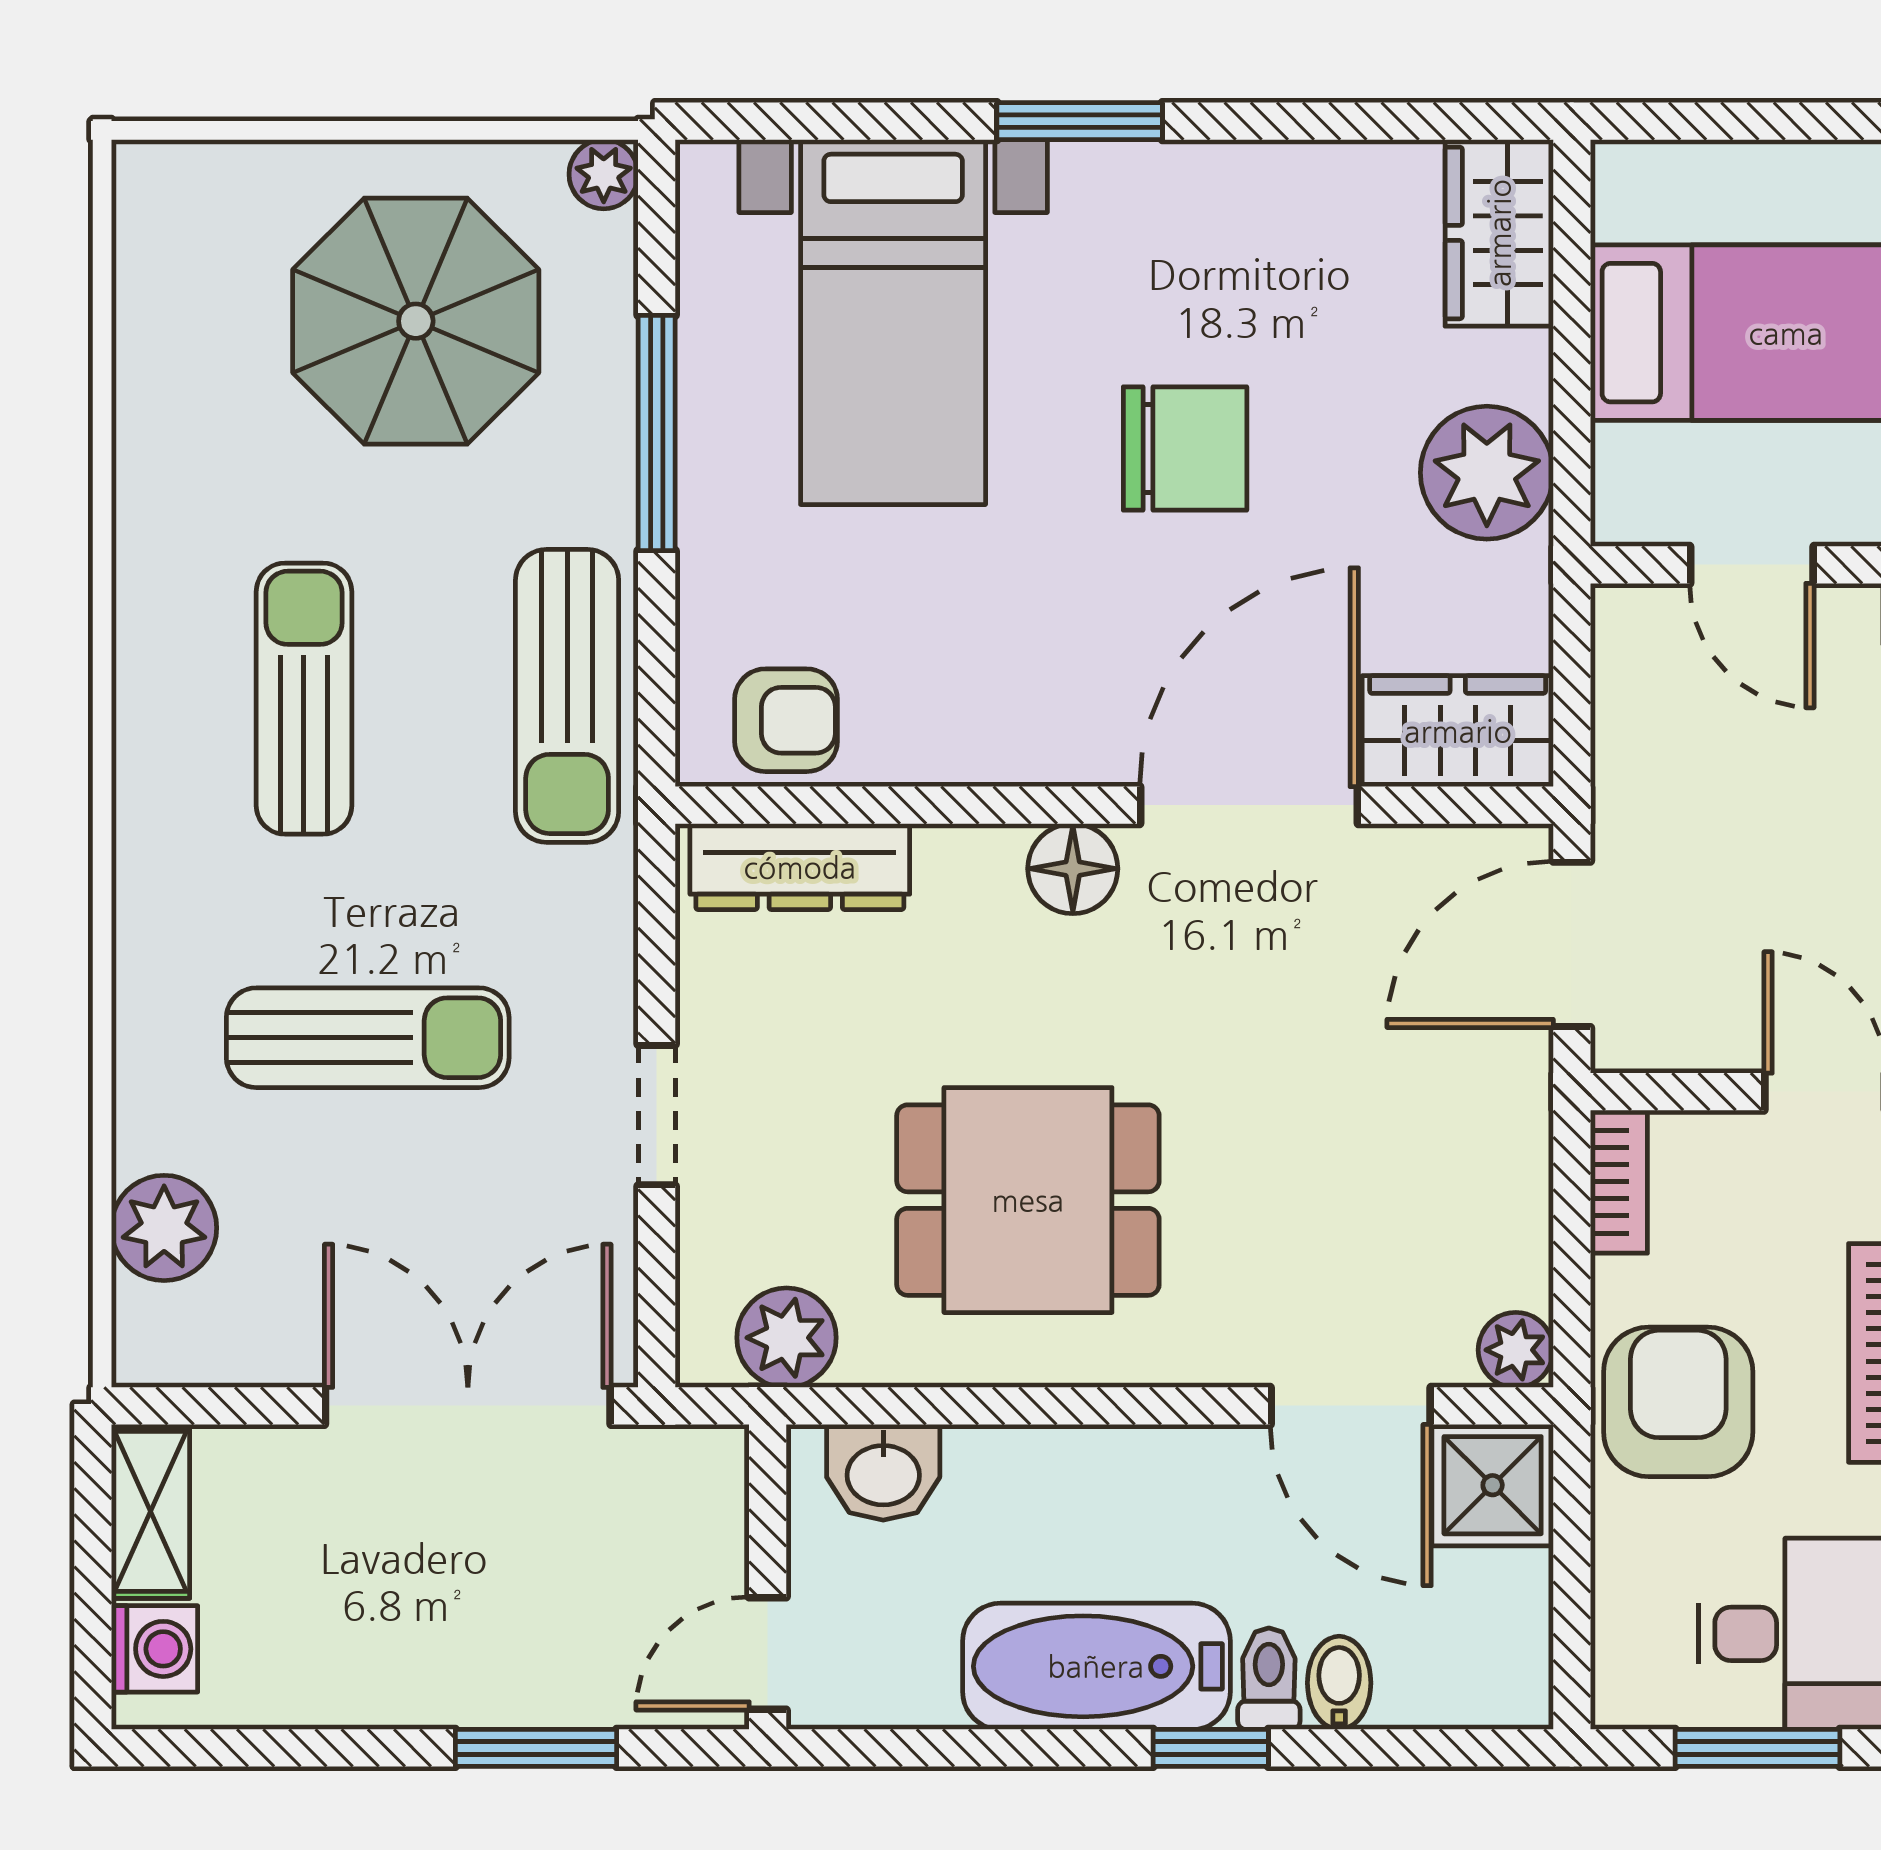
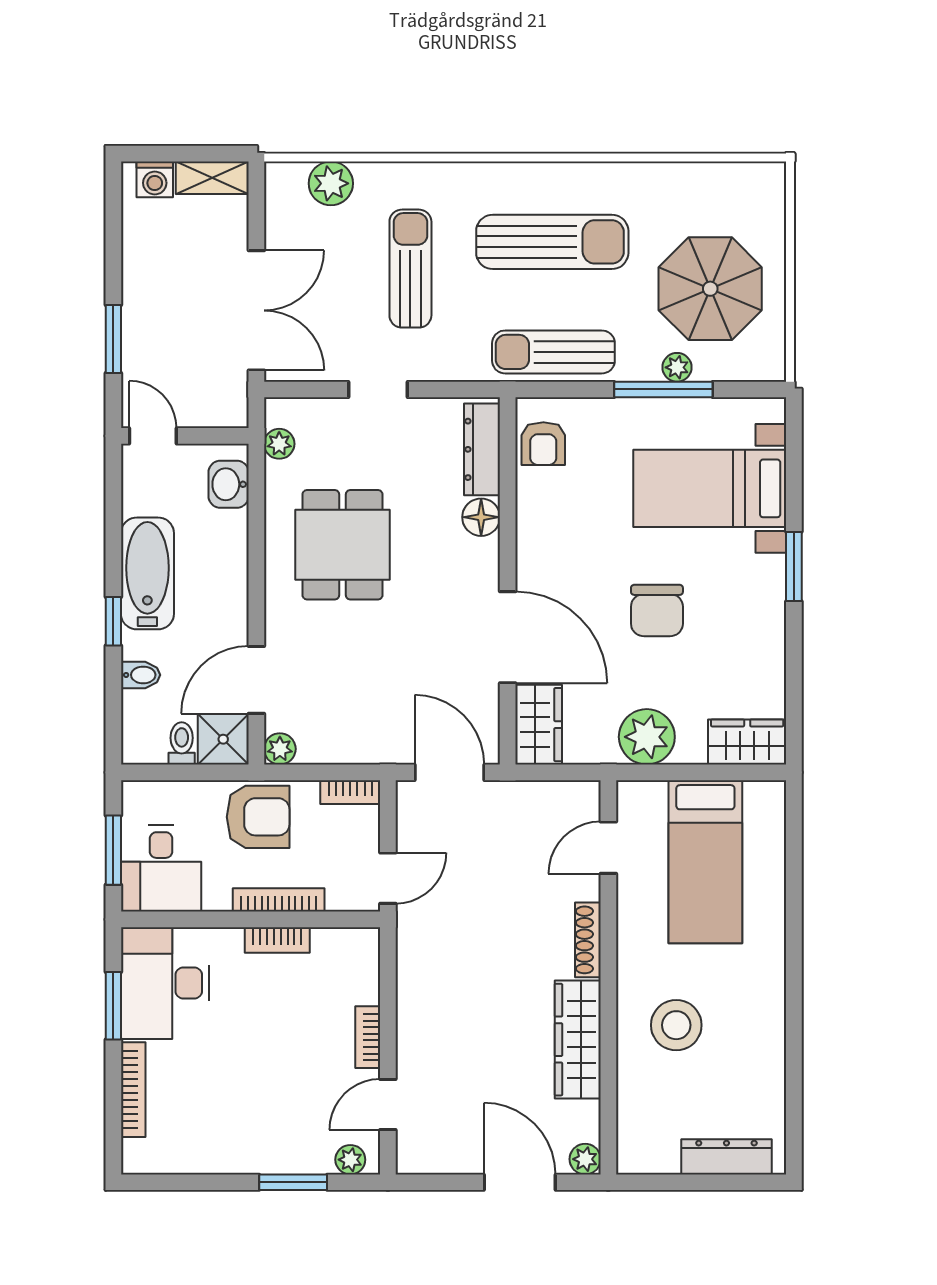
plant: (604, 174) -> (677, 367), moved
sun lounger: (304, 699) -> (552, 242), width x1.36, depth x1.34
floor lamp: (1073, 869) -> (481, 517), moved
sun lounger: (368, 1038) -> (410, 269), turned 180
plant: (786, 1338) -> (279, 444), width x0.73, depth x0.73
toilet: (1269, 1679) -> (182, 743), moved, turned -90

